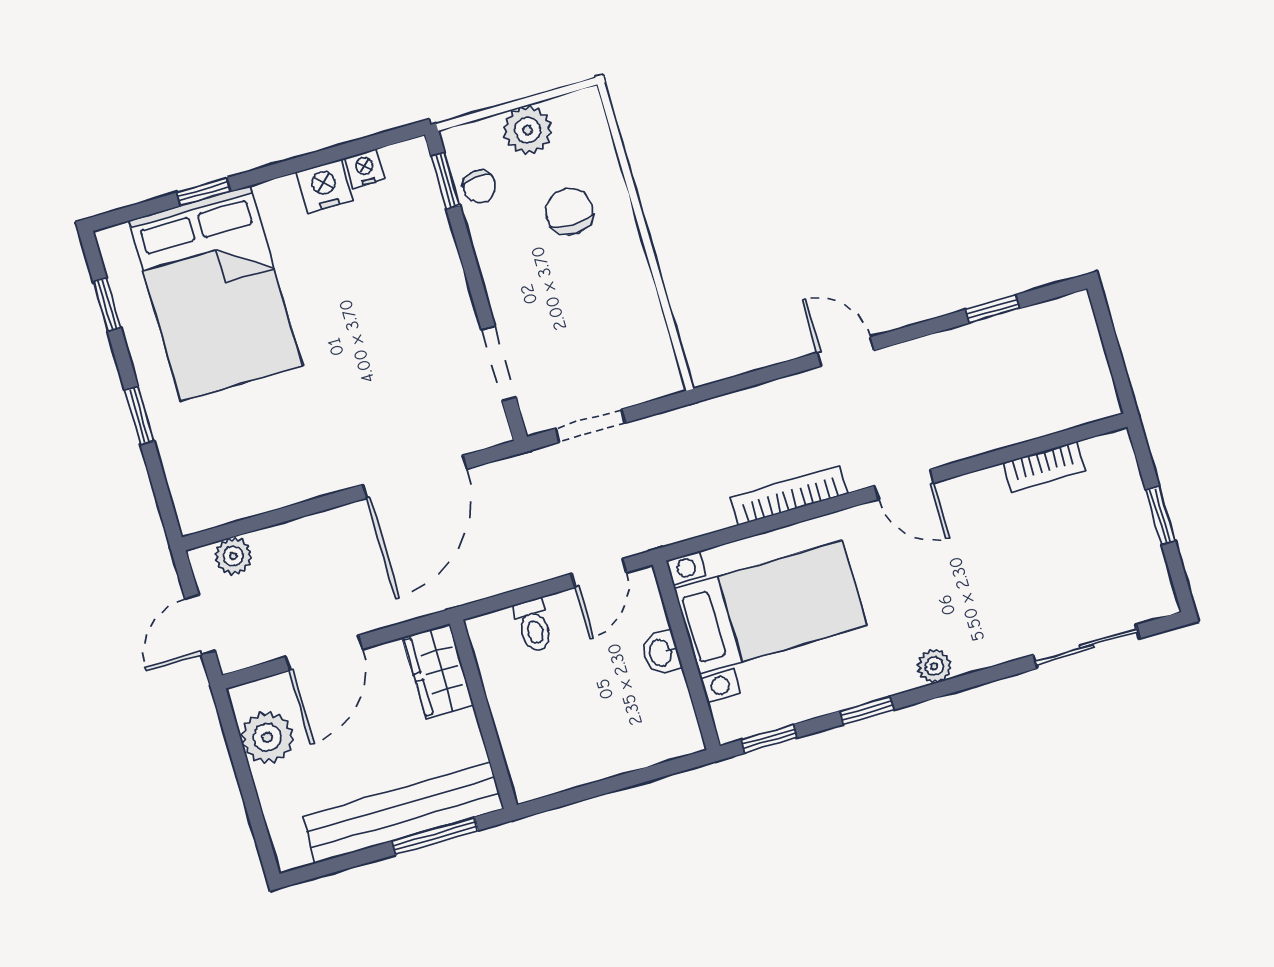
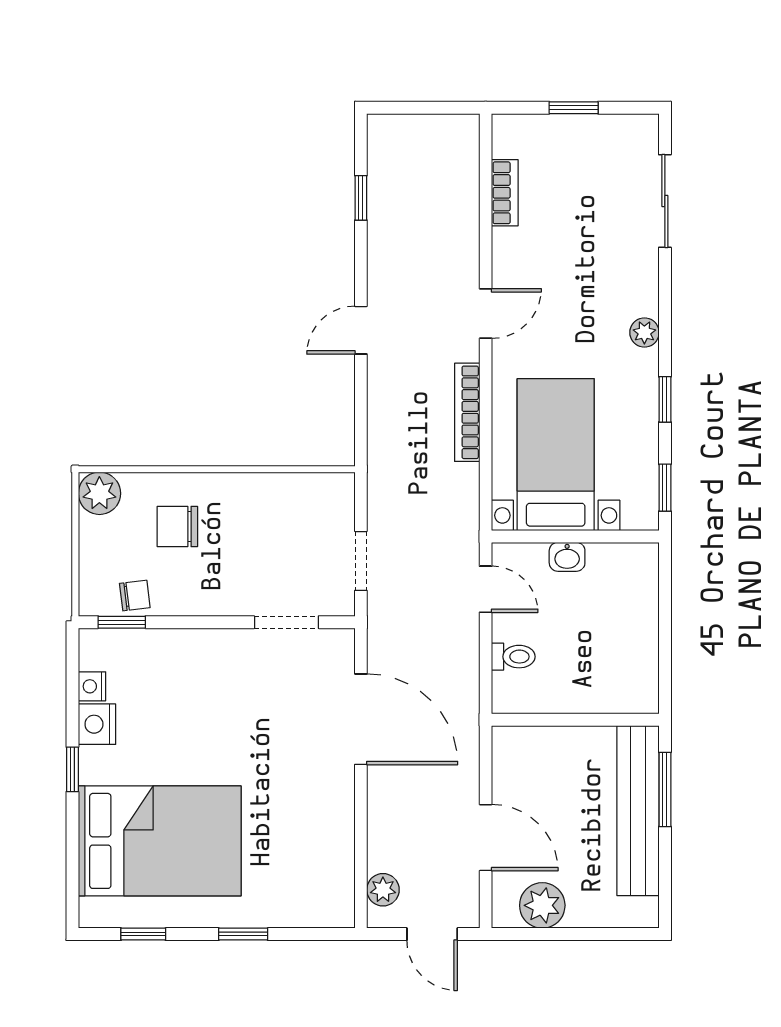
plant: (528, 130) -> (99, 493), moved
window: (203, 192) -> (72, 769), moved
wardrobe: (438, 671) -> (529, 747), removed

